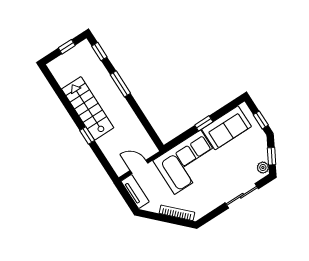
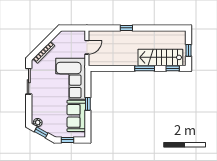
stairs: (88, 108) -> (160, 57), moved, turned 180
tv unit: (135, 191) -> (73, 35), removed
sliding door: (242, 196) -> (29, 81), moved

